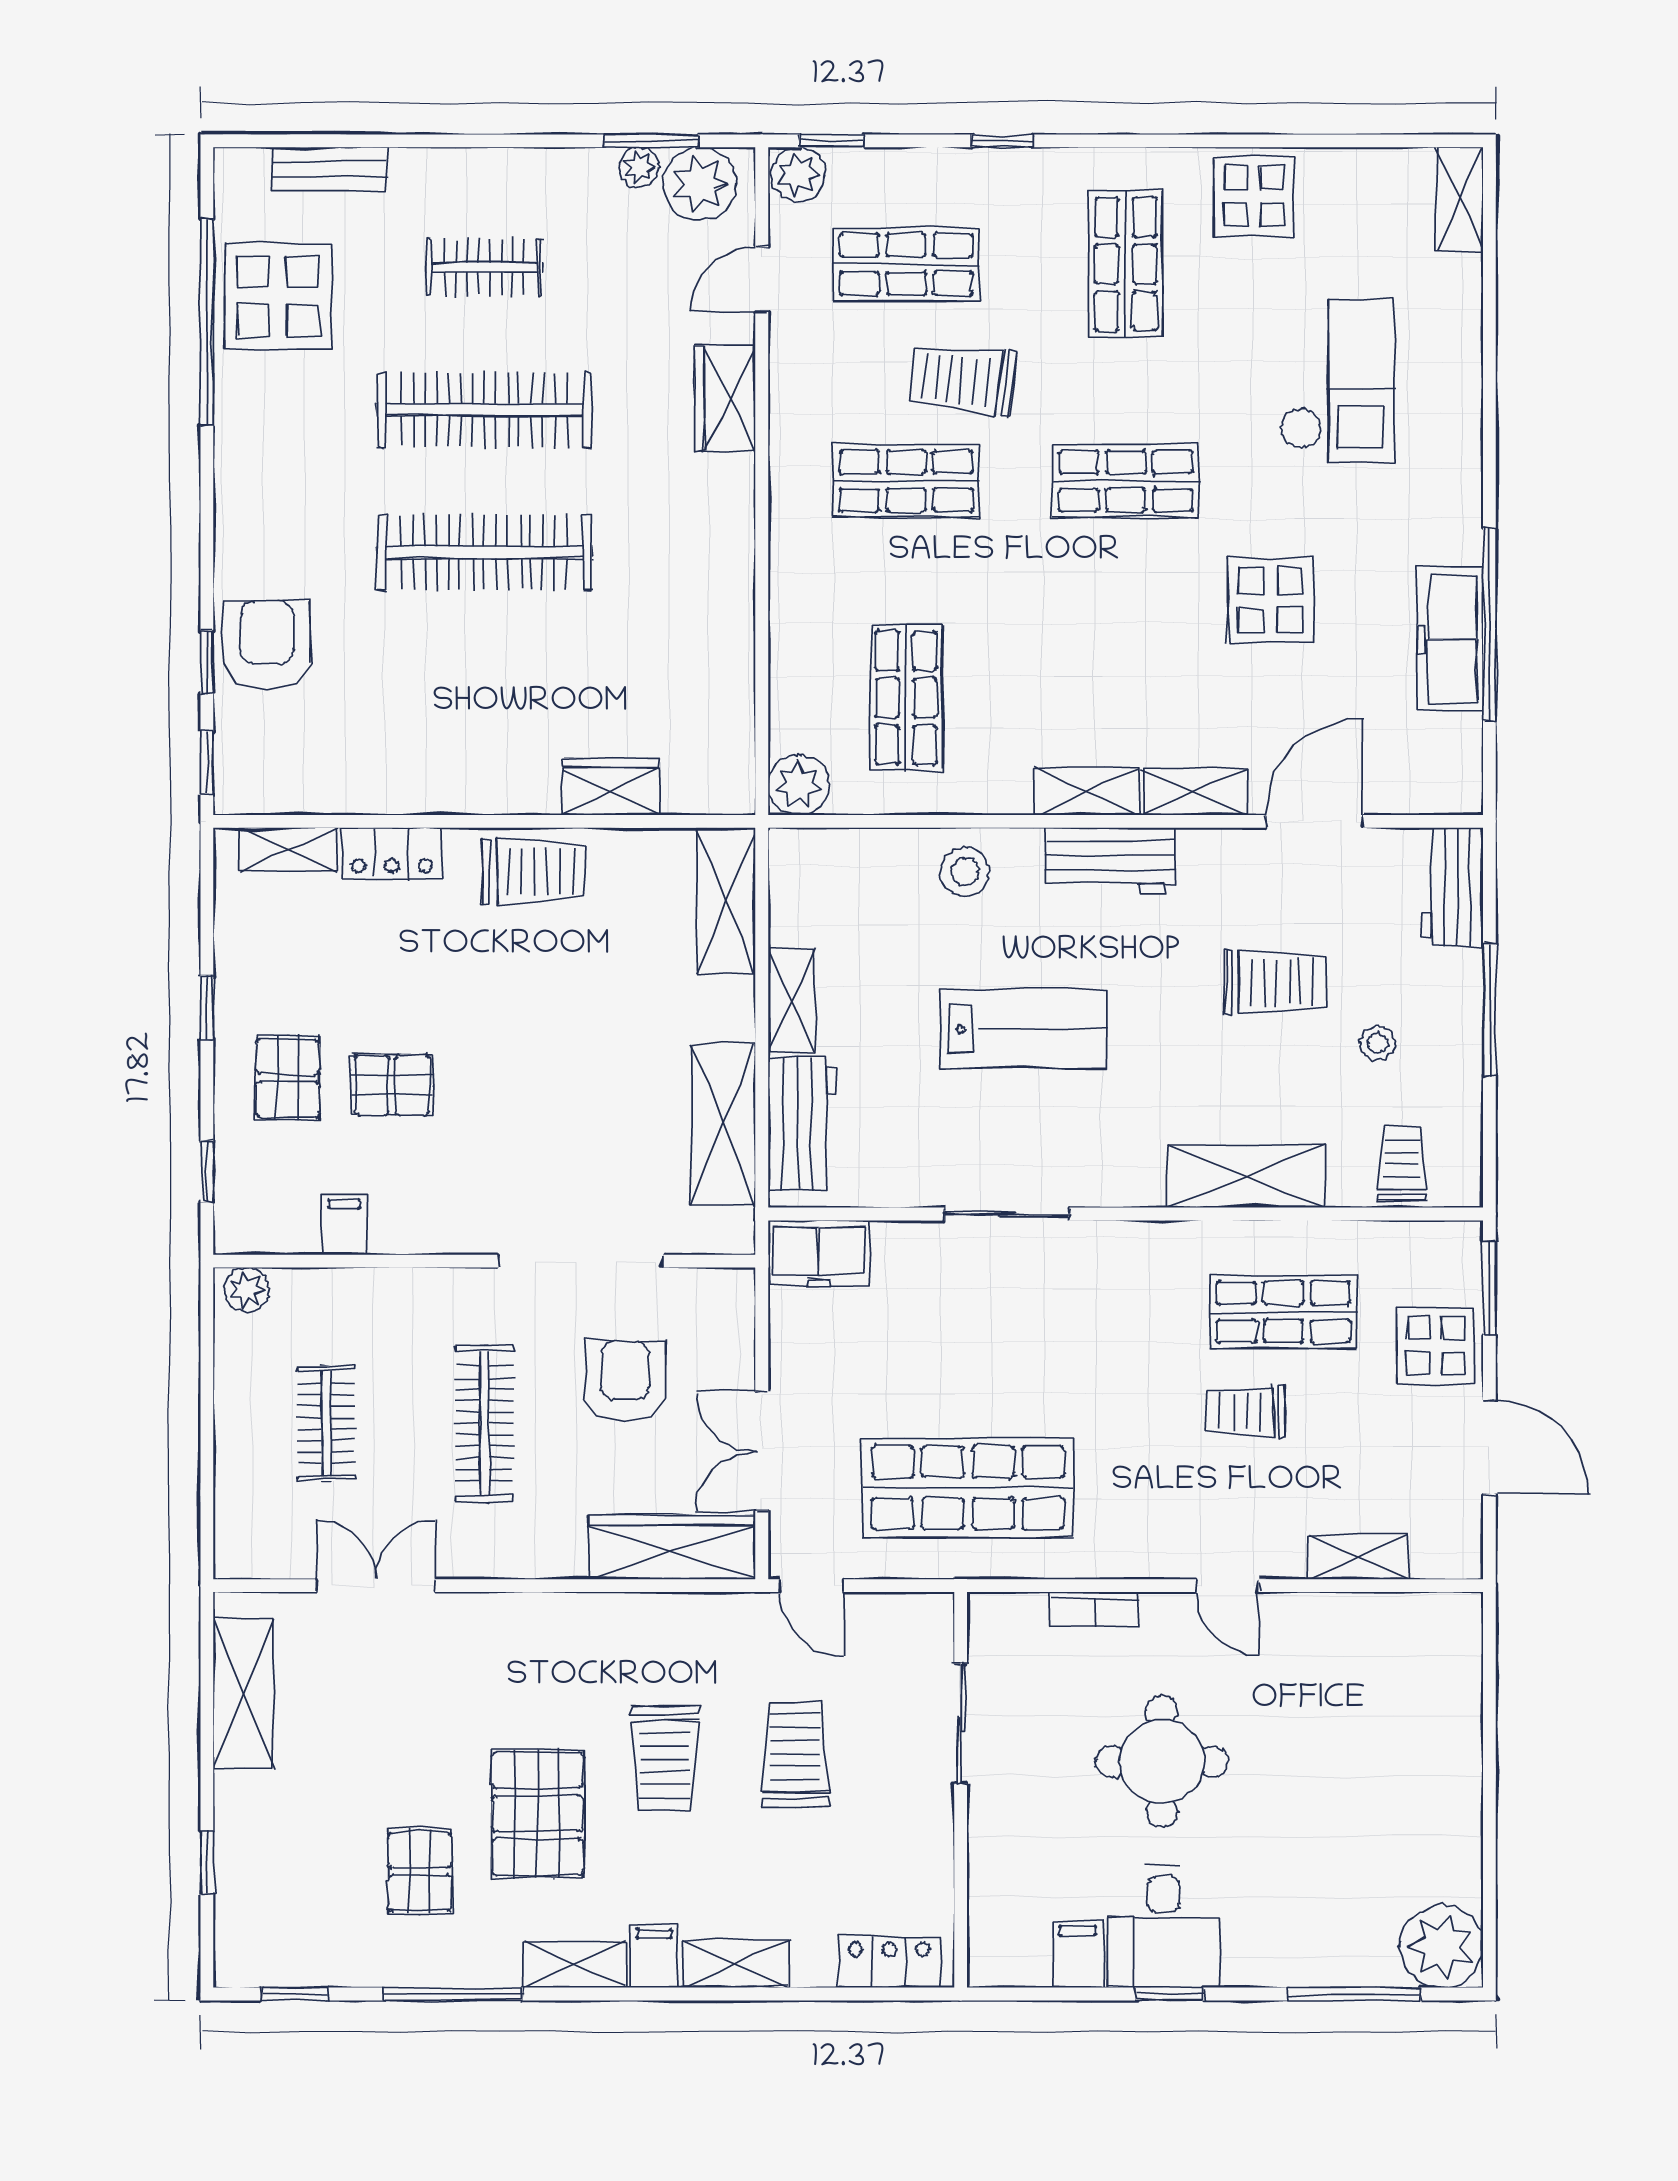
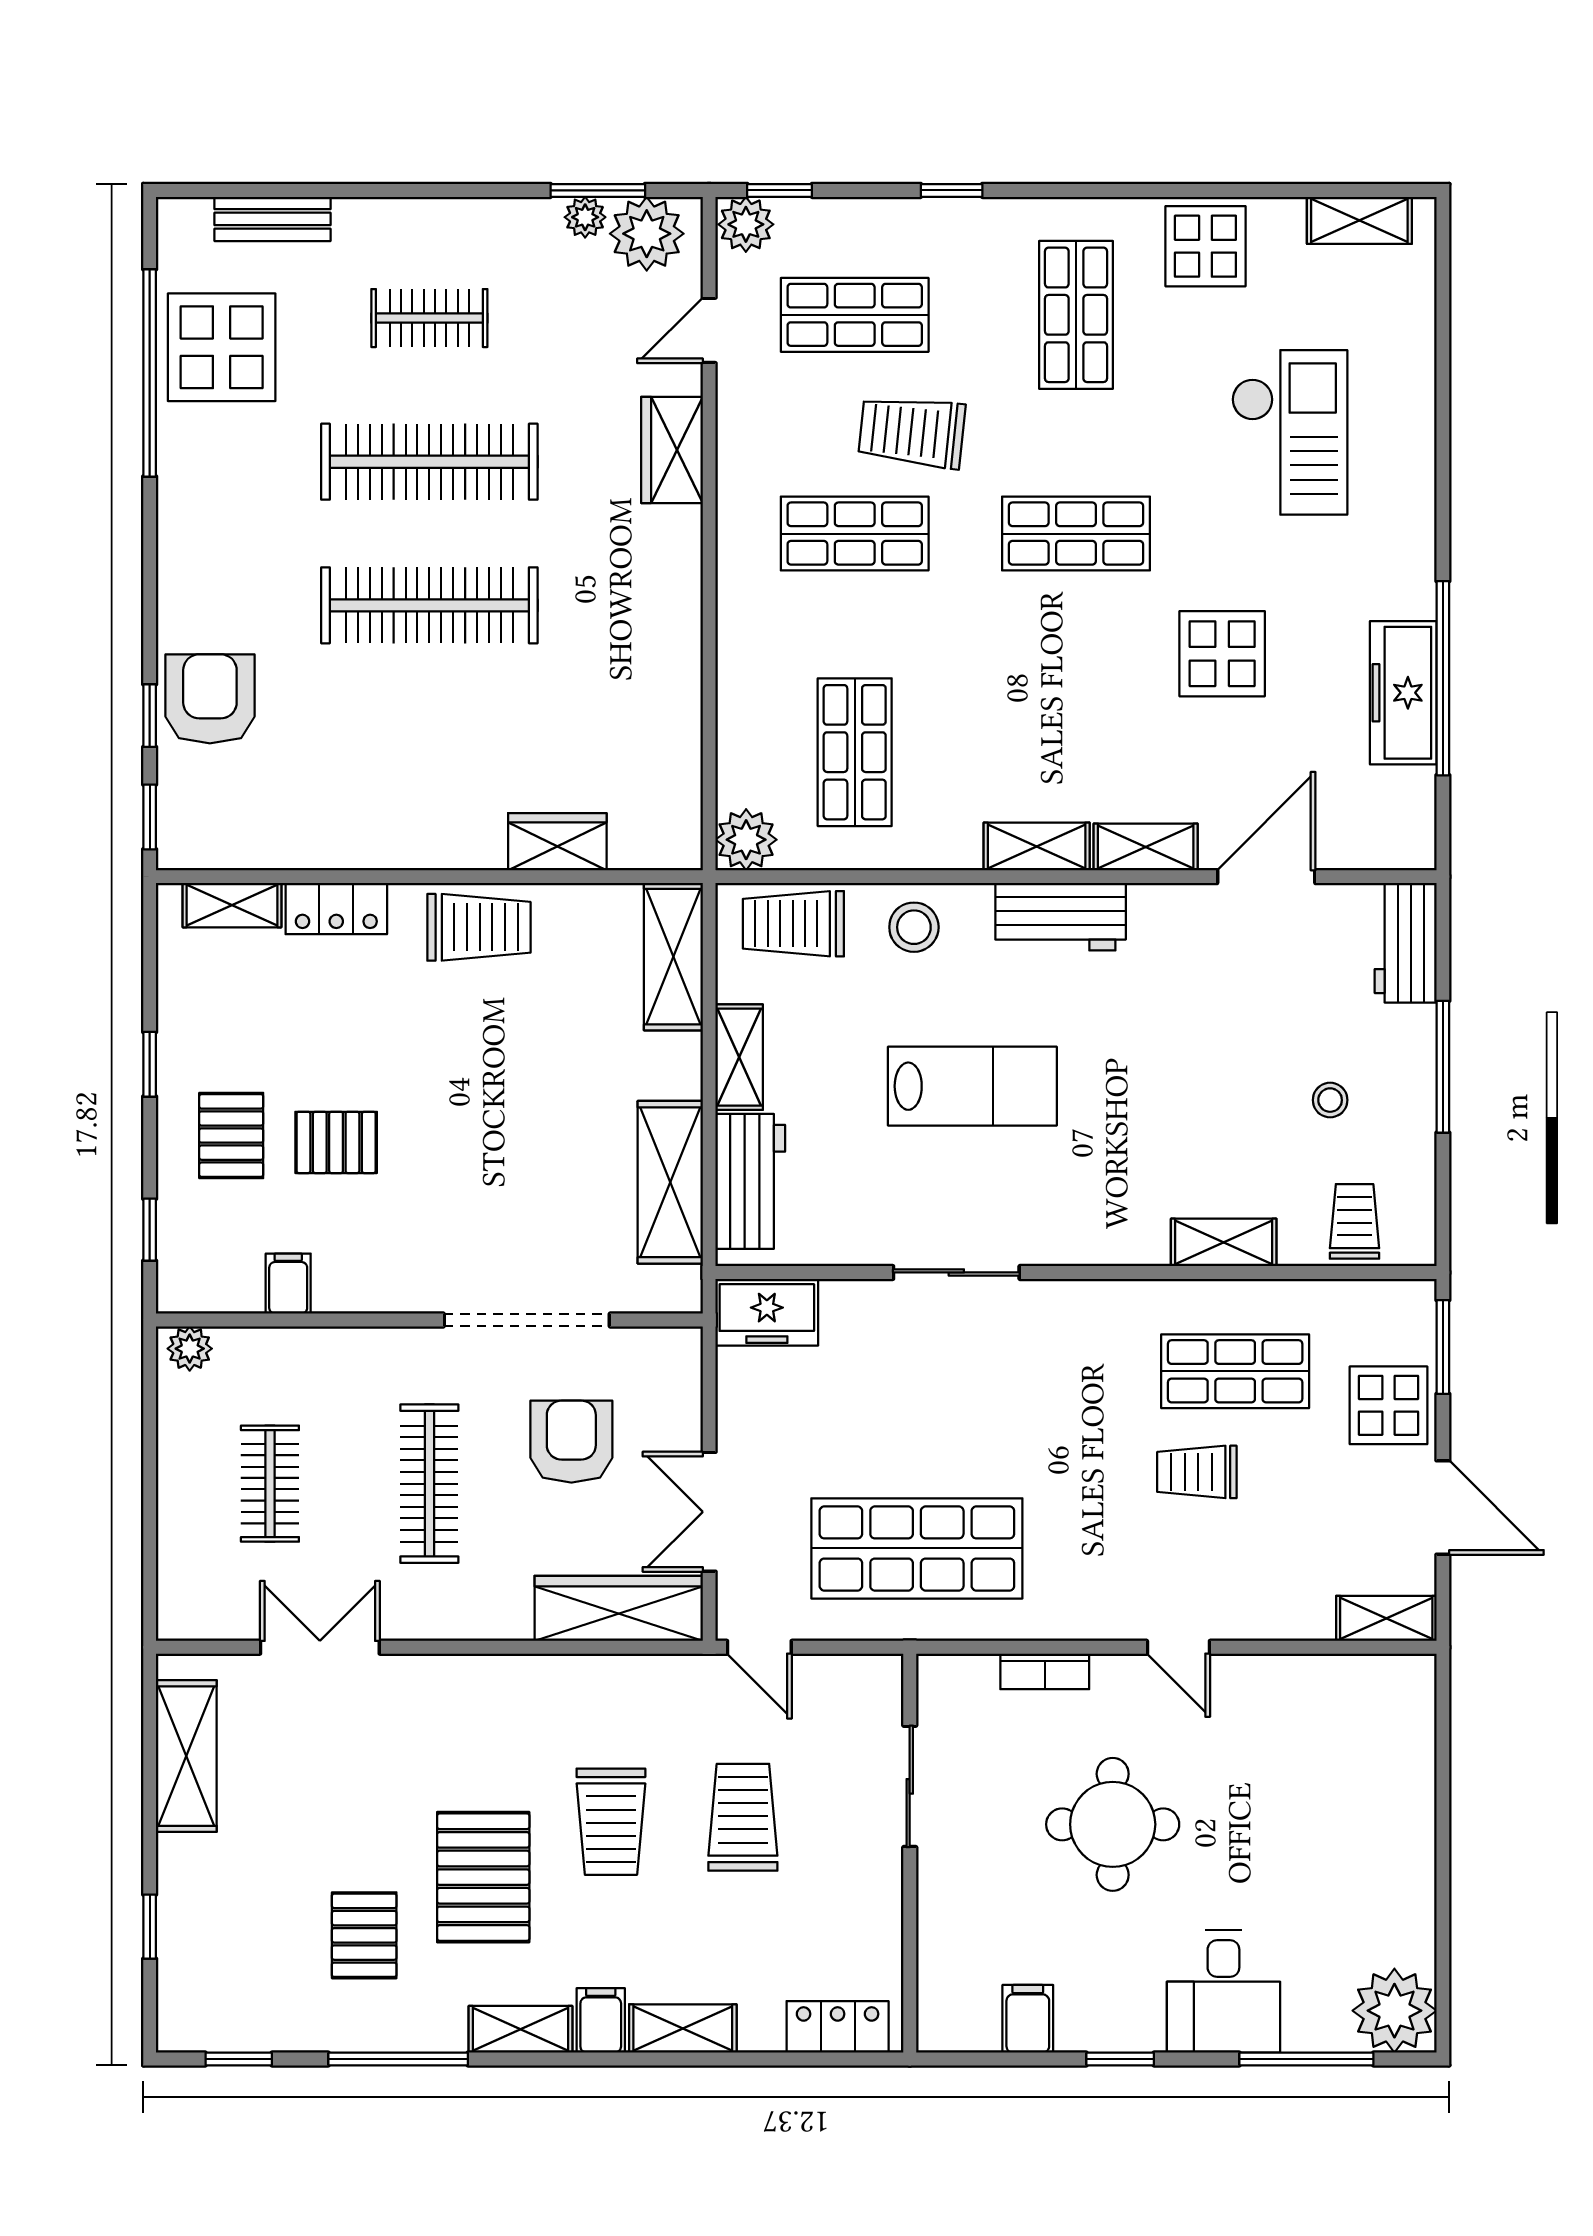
shelving: (1460, 199) -> (1359, 220), moved, turned 90
trolley: (1275, 982) -> (793, 924), moved, turned 180
shelving: (1246, 1176) -> (1224, 1242), width x0.67, depth x0.75
shelving: (1358, 1557) -> (1386, 1618), moved
desk: (1163, 1927) -> (1223, 1992), moved

